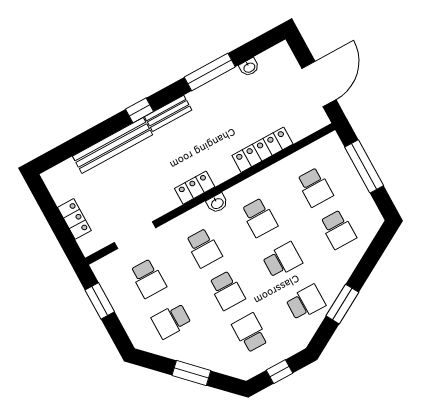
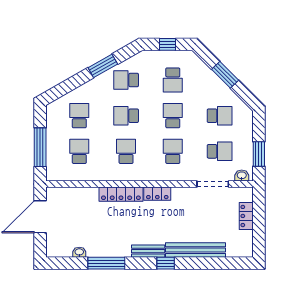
locker: (262, 150) -> (121, 194), moved
washbasin: (217, 203) -> (242, 176), moved
school desk: (148, 278) -> (220, 151), turned 90

